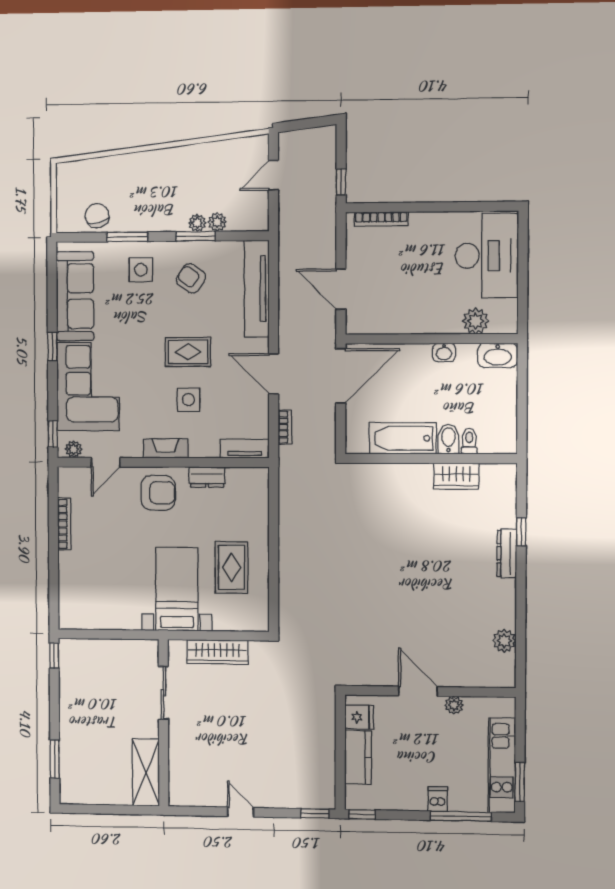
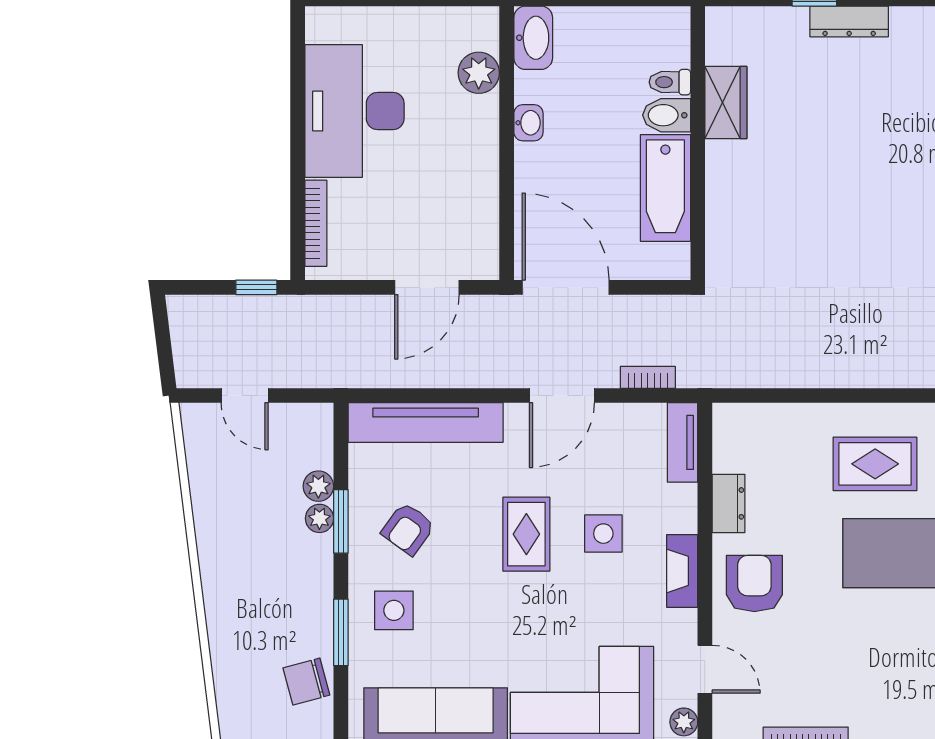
desk: (487, 256) -> (354, 111), moved, turned -90

